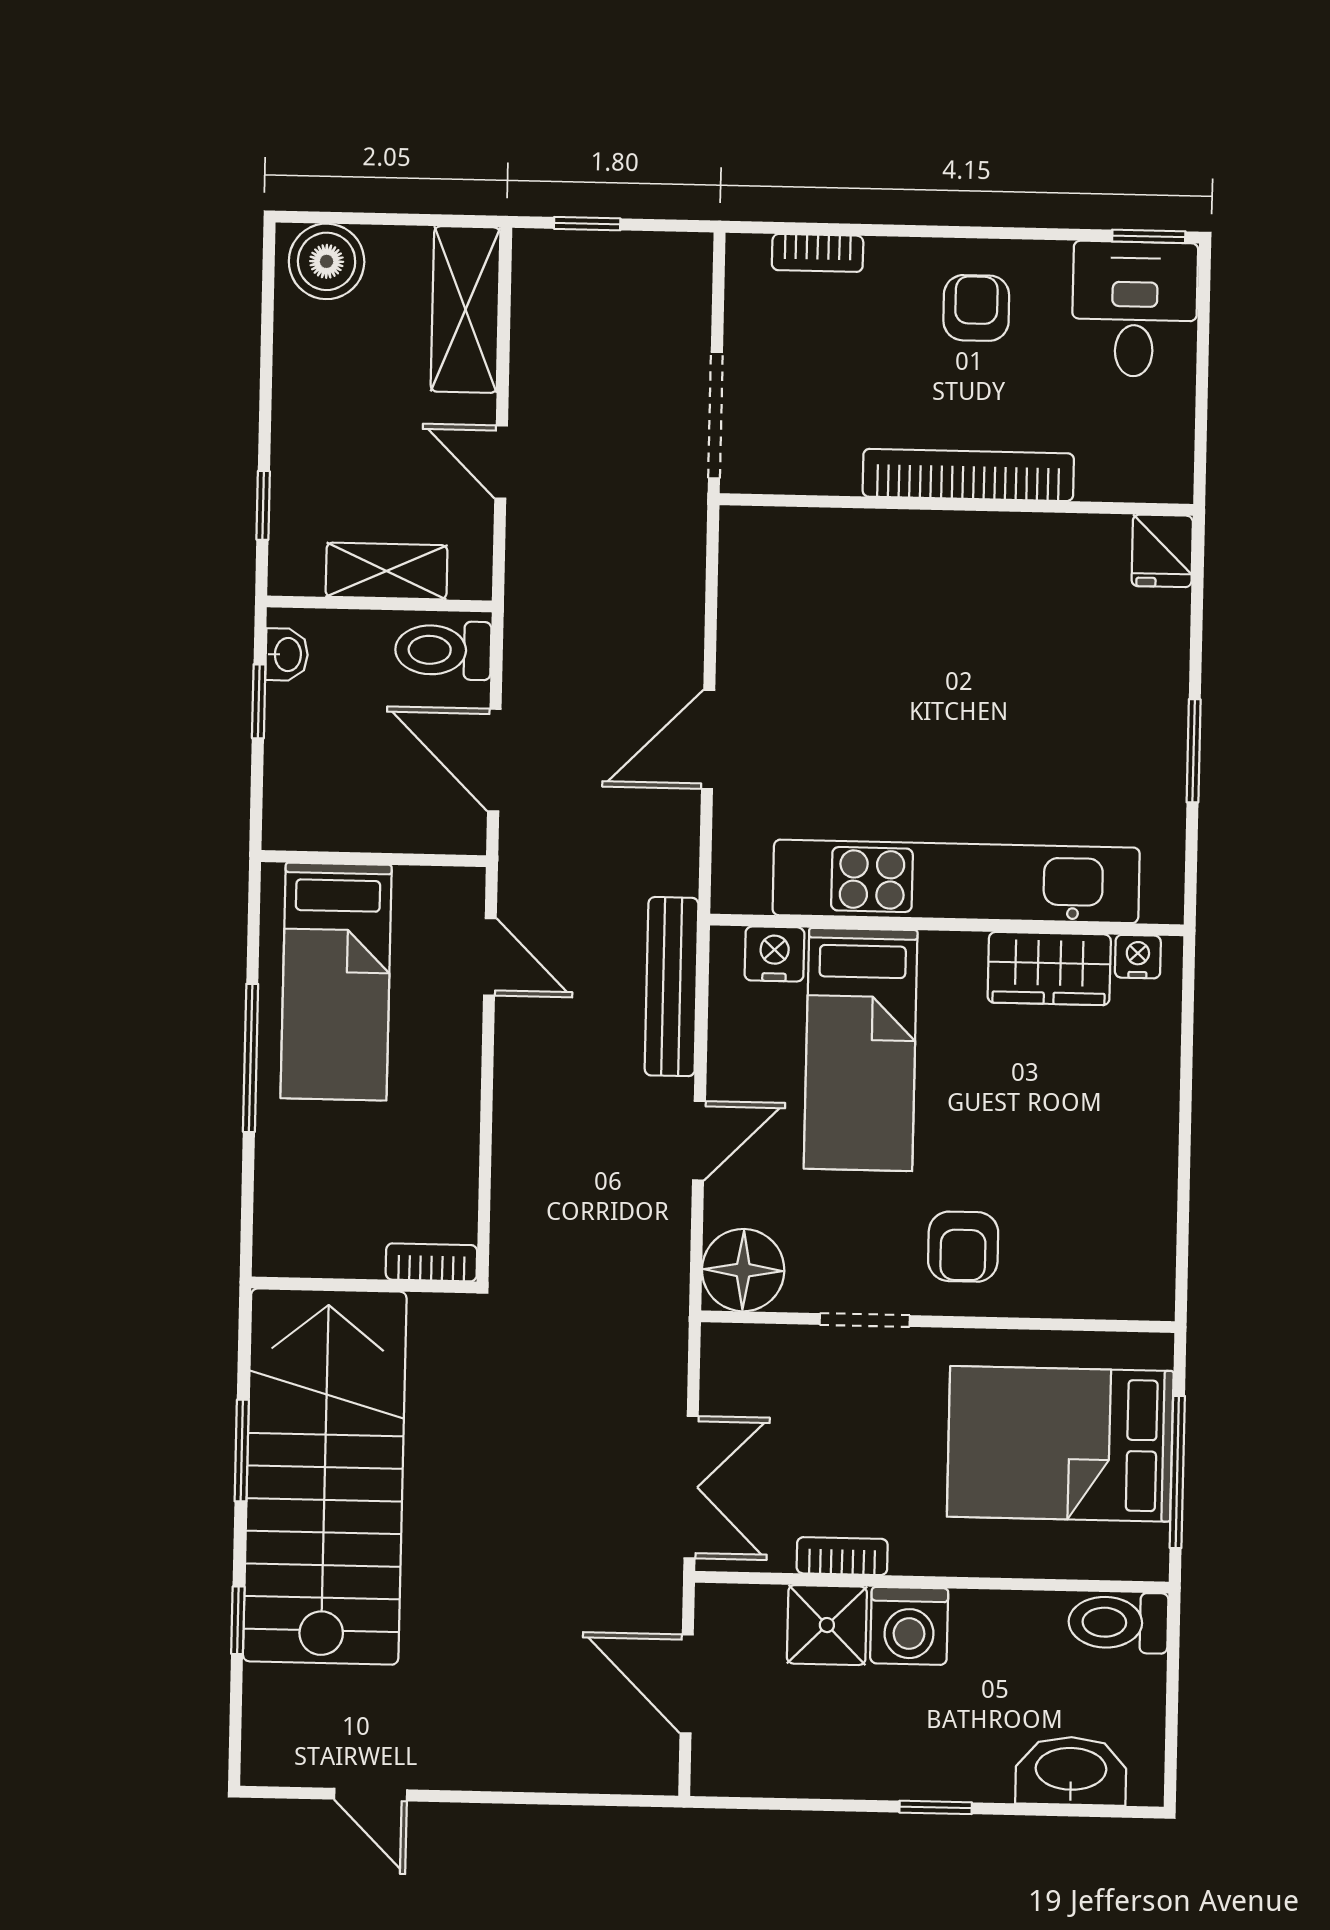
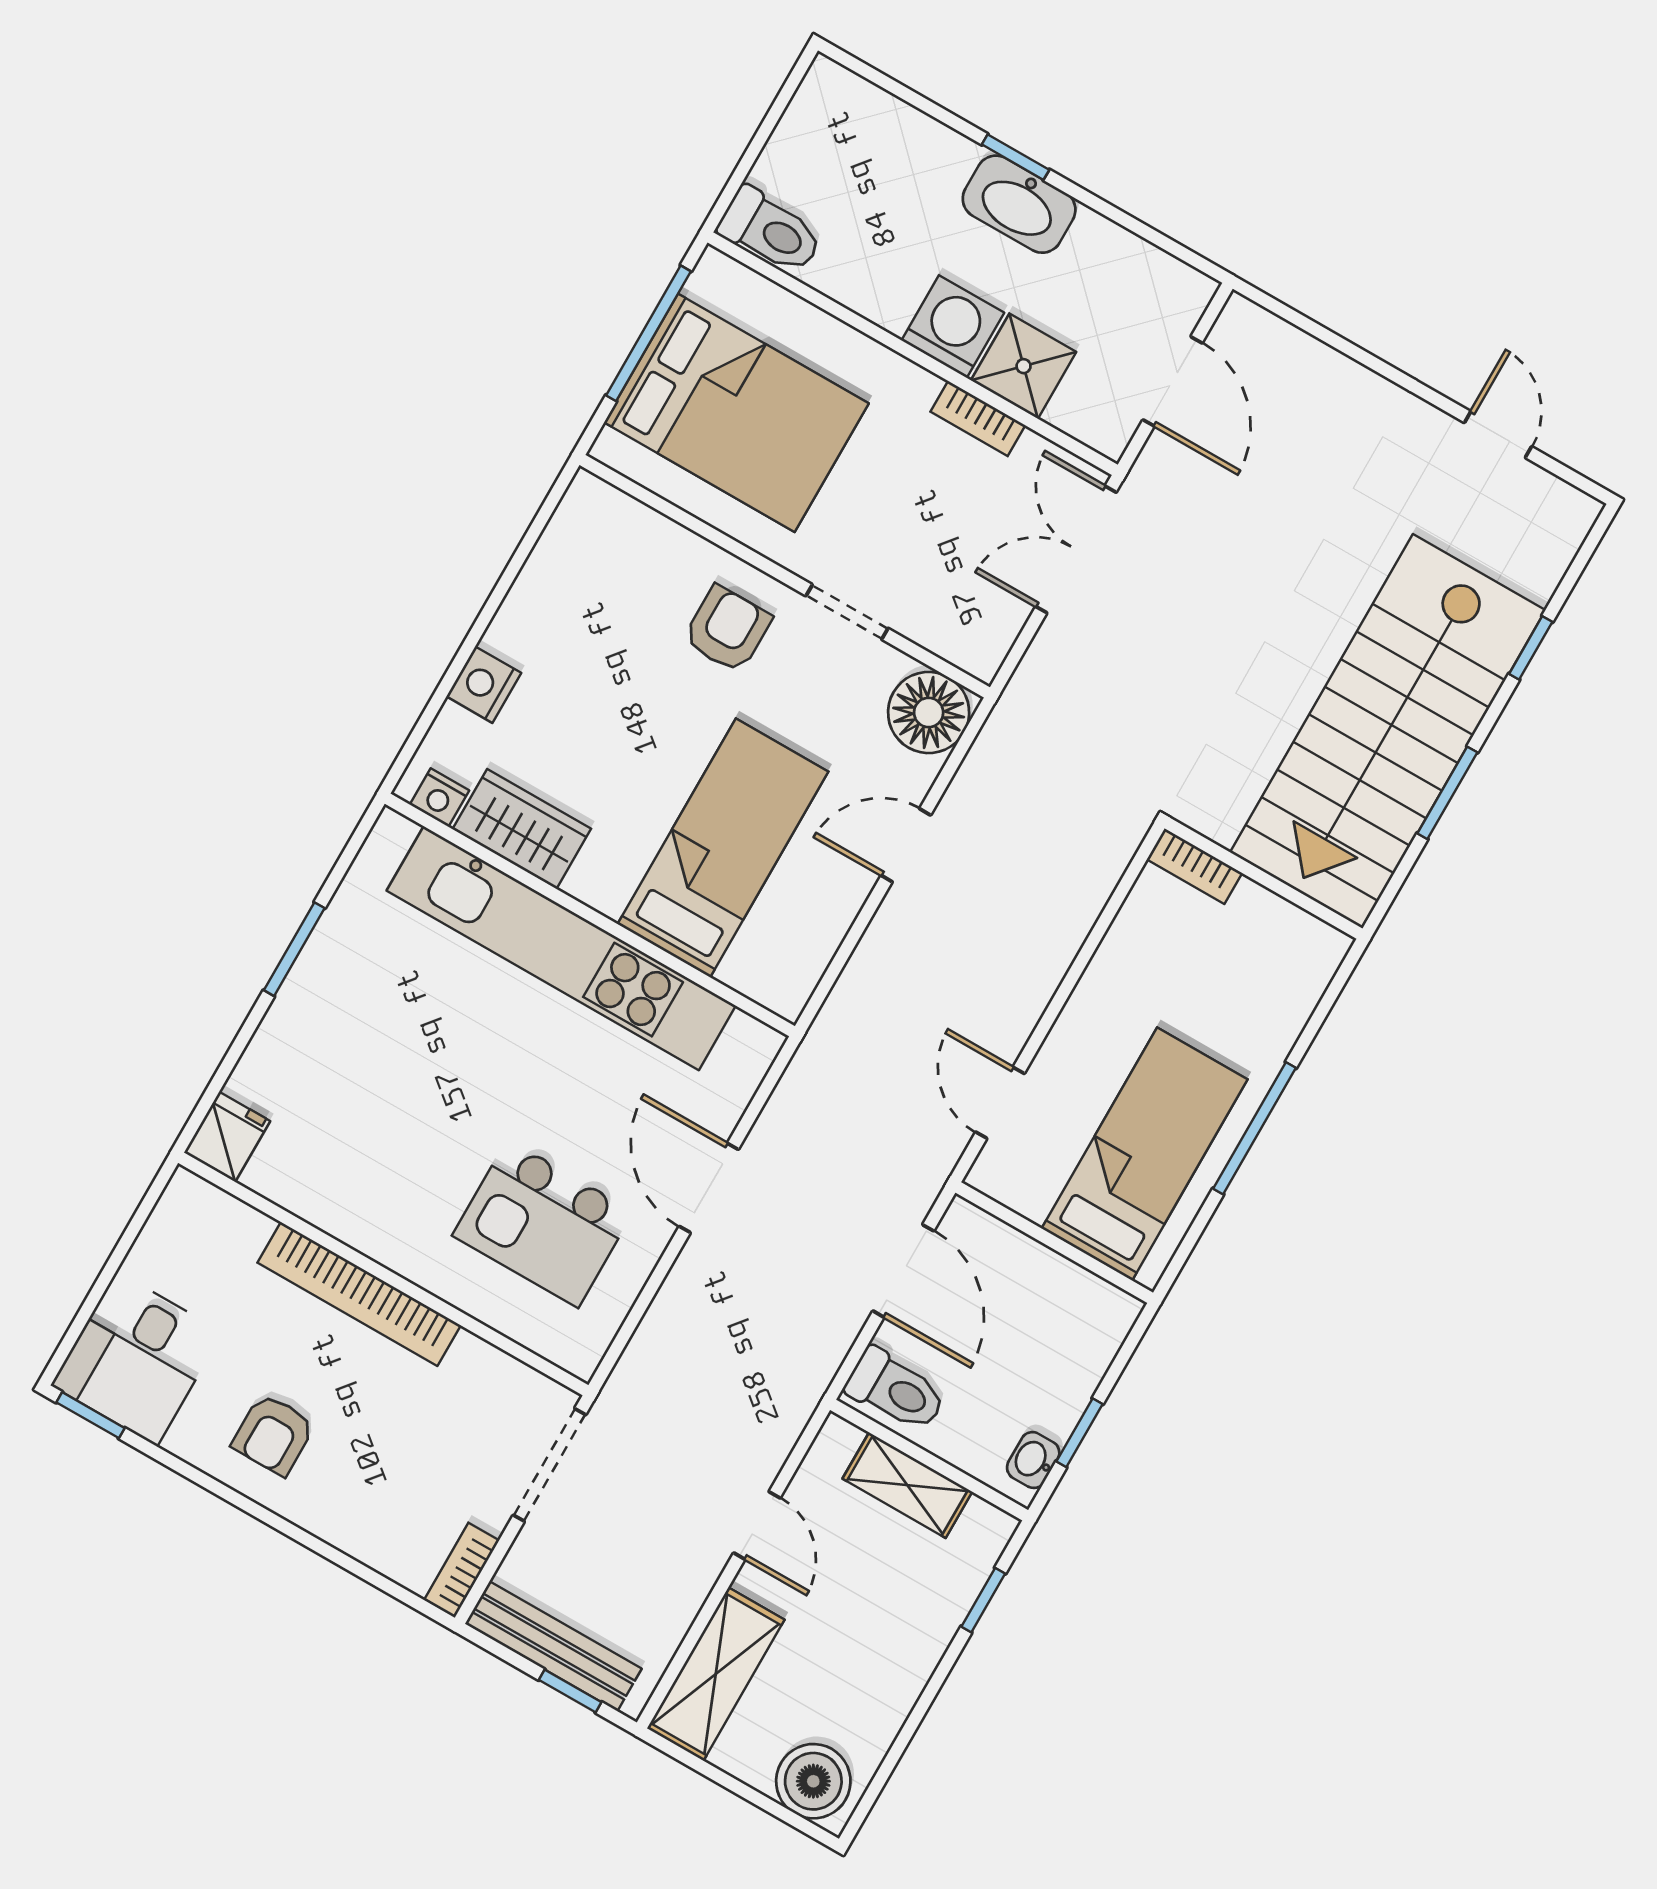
bookcase: (818, 253) -> (462, 1570), moved, turned -90
kitchen island: (839, 627) -> (543, 1224), added
door: (708, 740) -> (709, 1188), swing flipped
nightstand: (774, 954) -> (484, 685), moved, turned 90
bench: (672, 987) -> (553, 1646), moved, turned 90
washbasin: (1071, 1771) -> (1019, 204), moved

